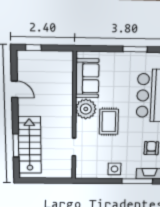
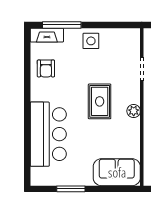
sofa: (87, 78) -> (117, 172), moved, turned 90
plant: (86, 109) -> (134, 111), width x0.53, depth x0.53

